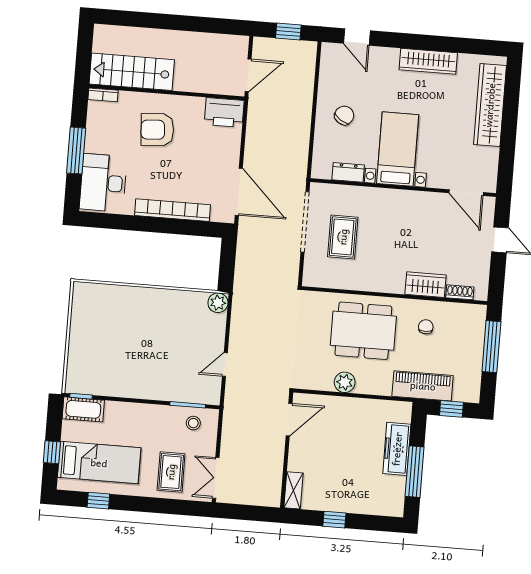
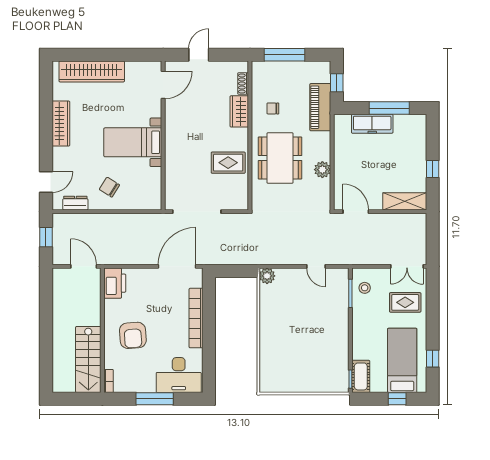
dresser: (348, 172) -> (75, 203), moved, turned 90
rug: (343, 237) -> (228, 163), moved
shelving: (294, 490) -> (405, 201), width x1.50, depth x1.33

